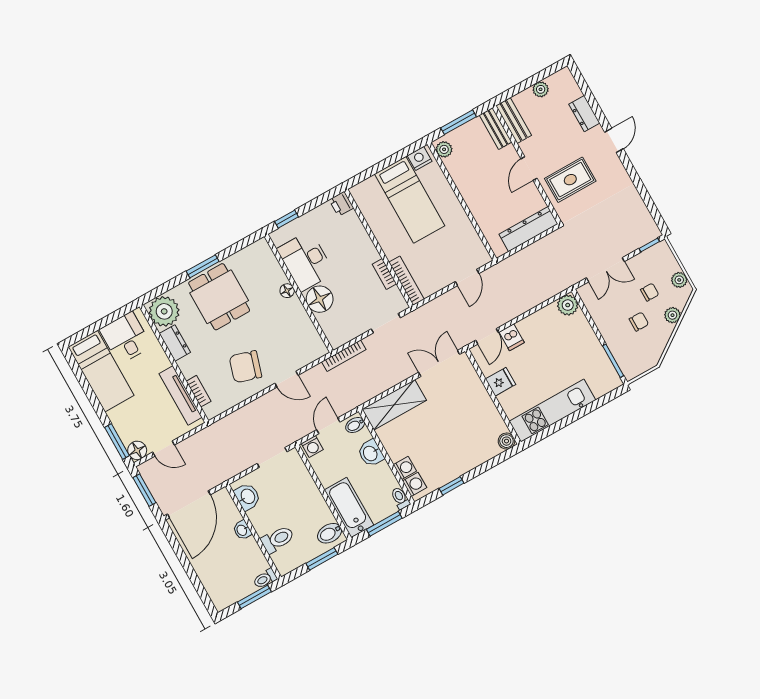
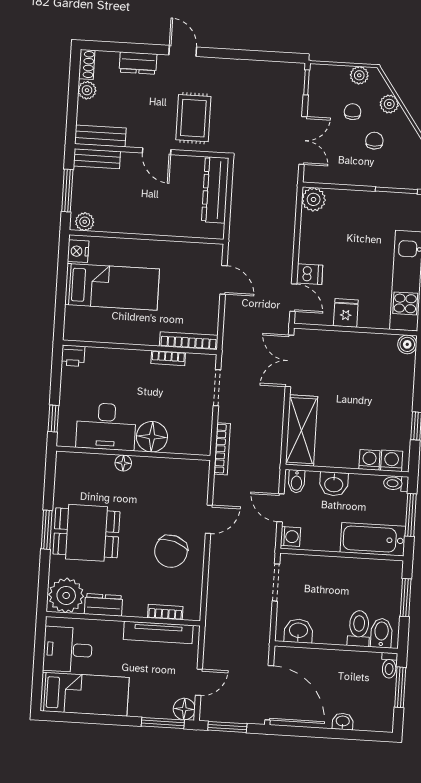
shoe rack: (559, 77) -> (87, 64), added
washbasin: (242, 530) -> (343, 721), moved, turned 180
bidet: (330, 533) -> (381, 633), moved, turned 180

